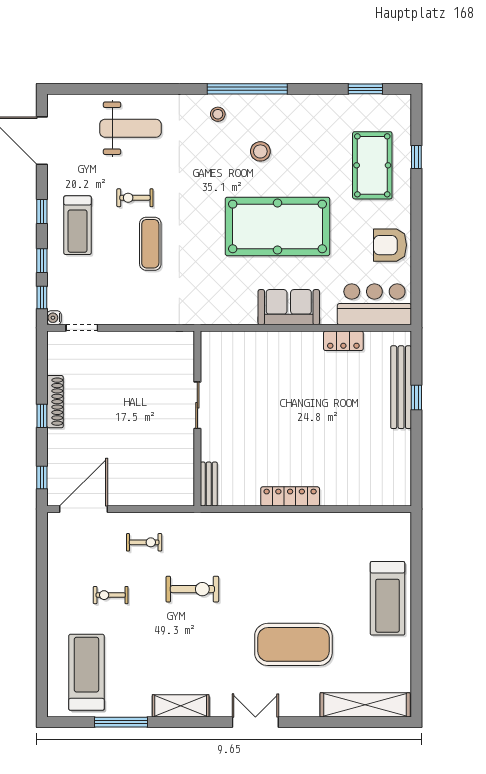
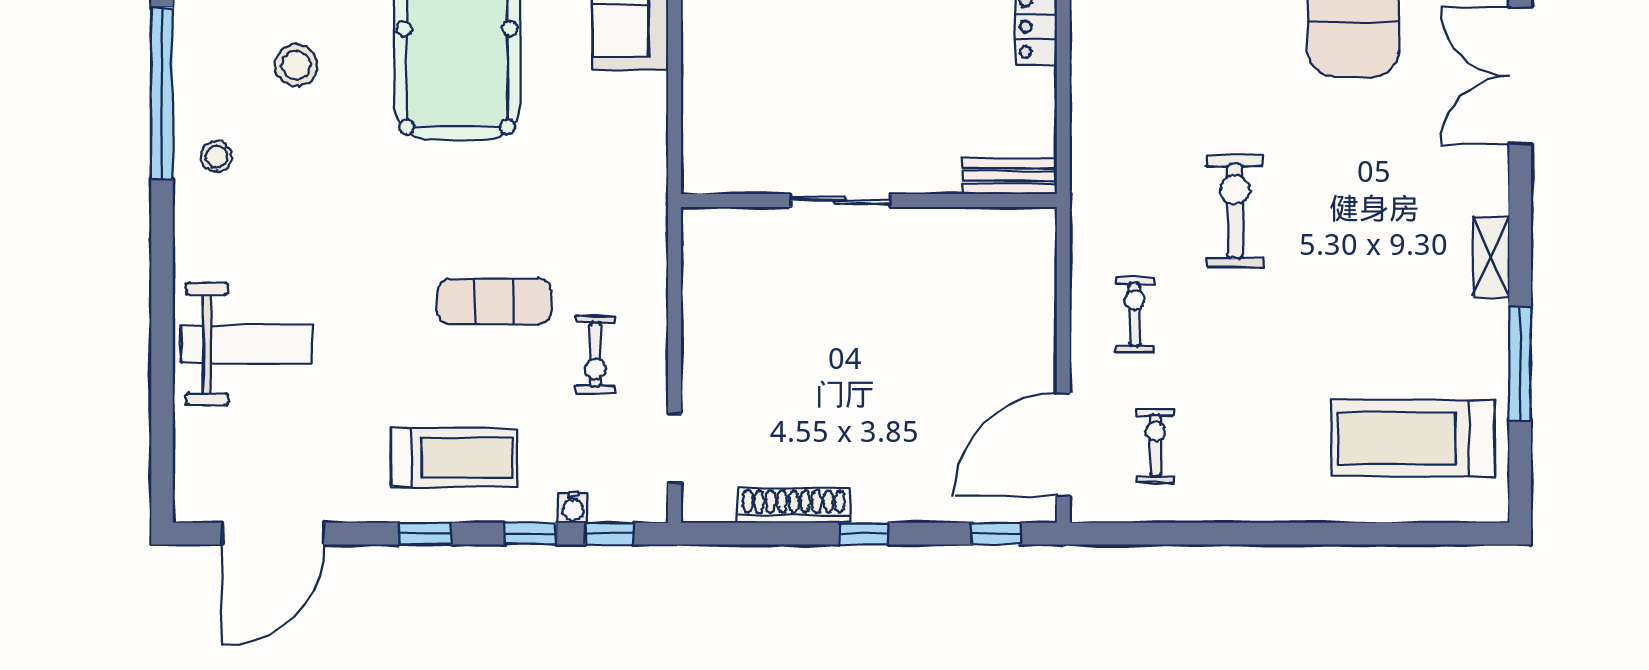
weight bench: (130, 128) -> (246, 344), turned 90
exercise bike: (135, 198) -> (595, 354), moved
water cooler: (54, 318) -> (573, 508), moved
shoe rack: (55, 402) -> (794, 506), moved
door: (83, 509) -> (1063, 445), hinge flipped
exercise bike: (111, 595) -> (1155, 446), moved, turned 180
shelving: (181, 706) -> (1491, 257), width x0.67, depth x0.75
double door: (255, 722) -> (1520, 76), width x1.37

